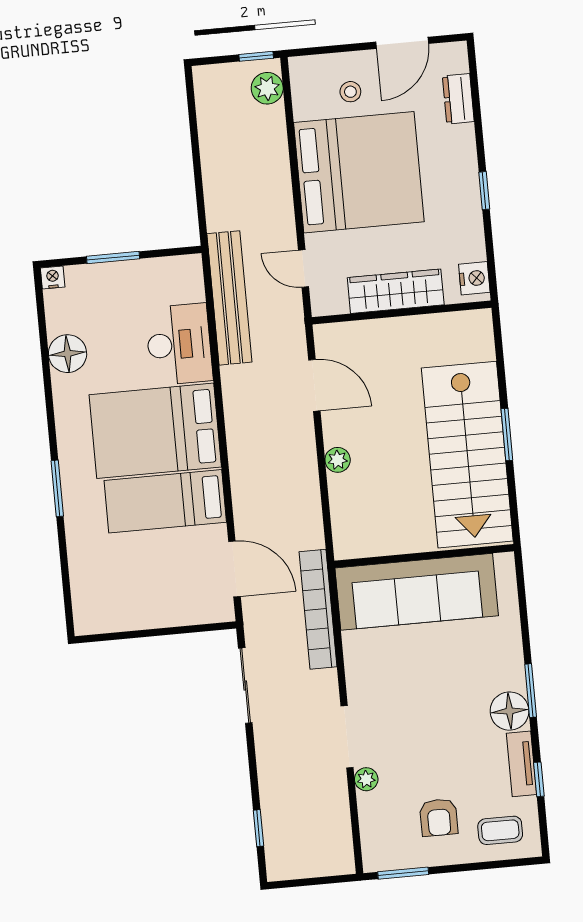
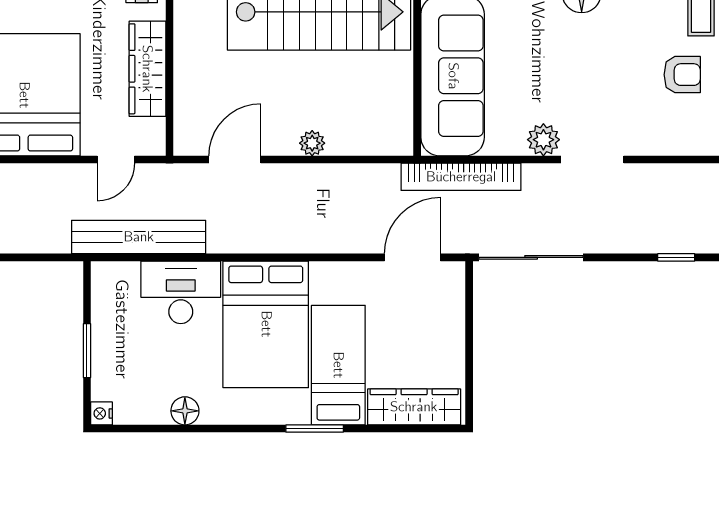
floor lamp: (68, 354) -> (185, 411), width x0.73, depth x0.73
bed: (165, 501) -> (338, 365), moved, turned 180
wardrobe: (88, 584) -> (414, 407), added
sliding door: (245, 686) -> (531, 257), width x1.37
plant: (366, 779) -> (543, 140), moved, width x1.38, depth x1.38

